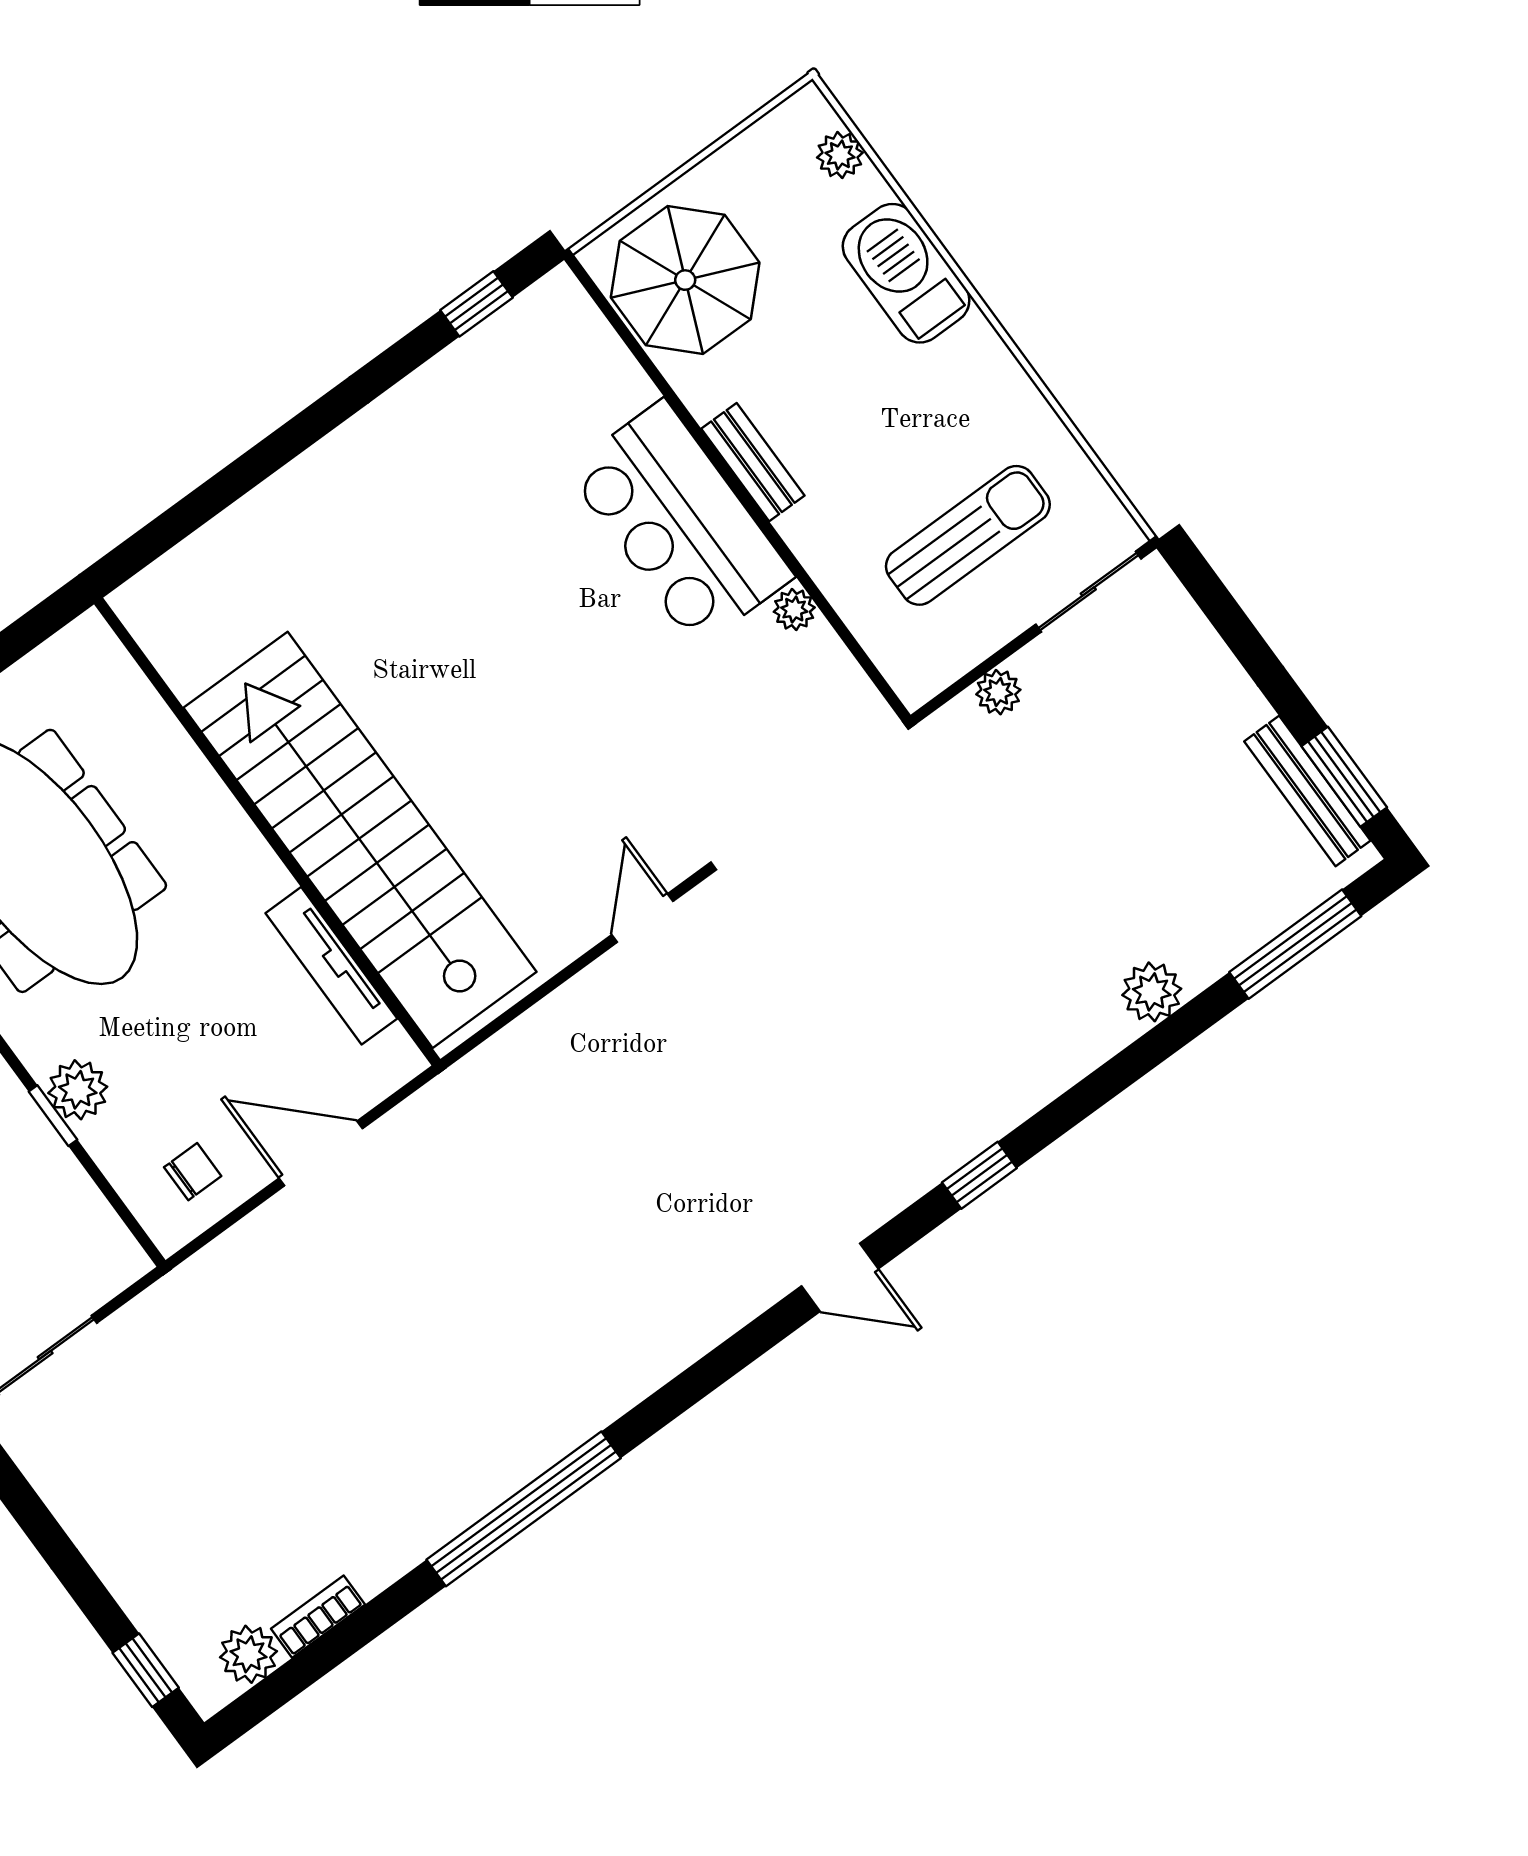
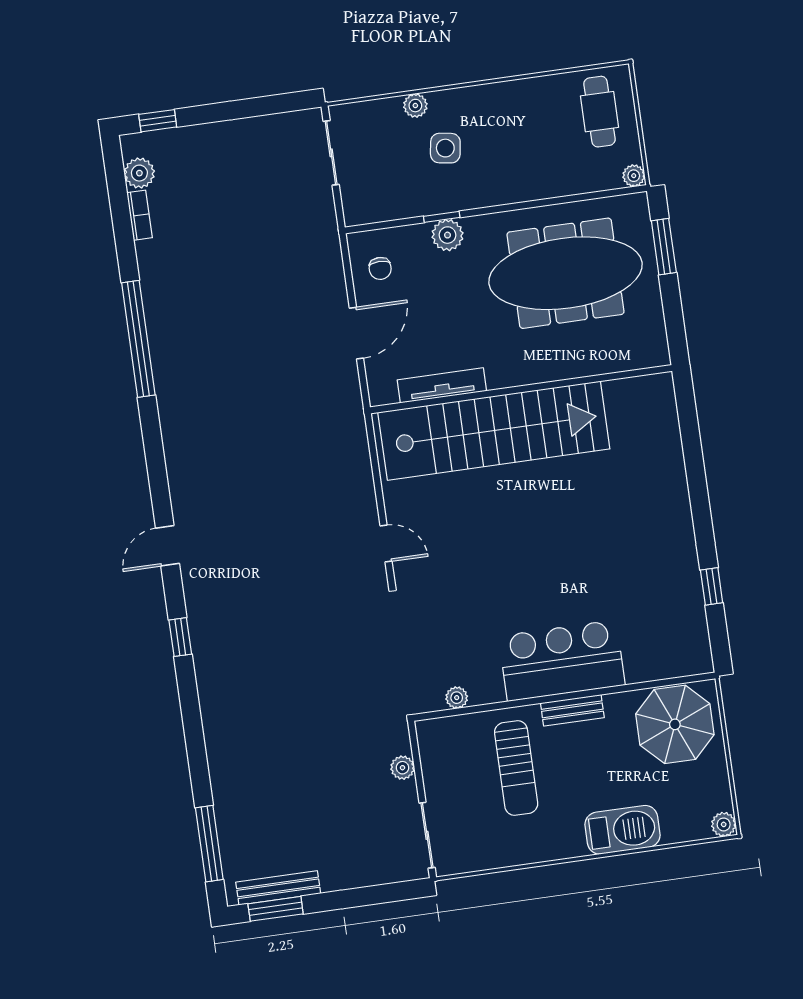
plant: (840, 155) -> (724, 824), moved
window: (476, 304) -> (712, 586), moved
sun lounger: (968, 535) -> (516, 768), moved
plant: (794, 610) -> (457, 698), moved
plant: (1152, 992) -> (223, 764), removed

